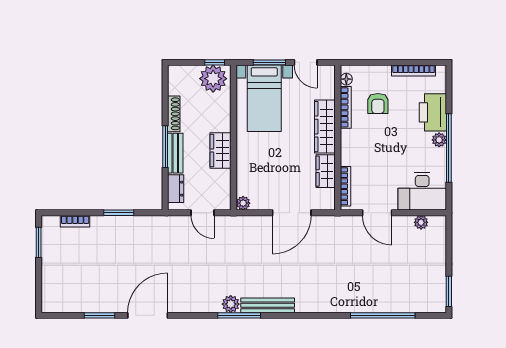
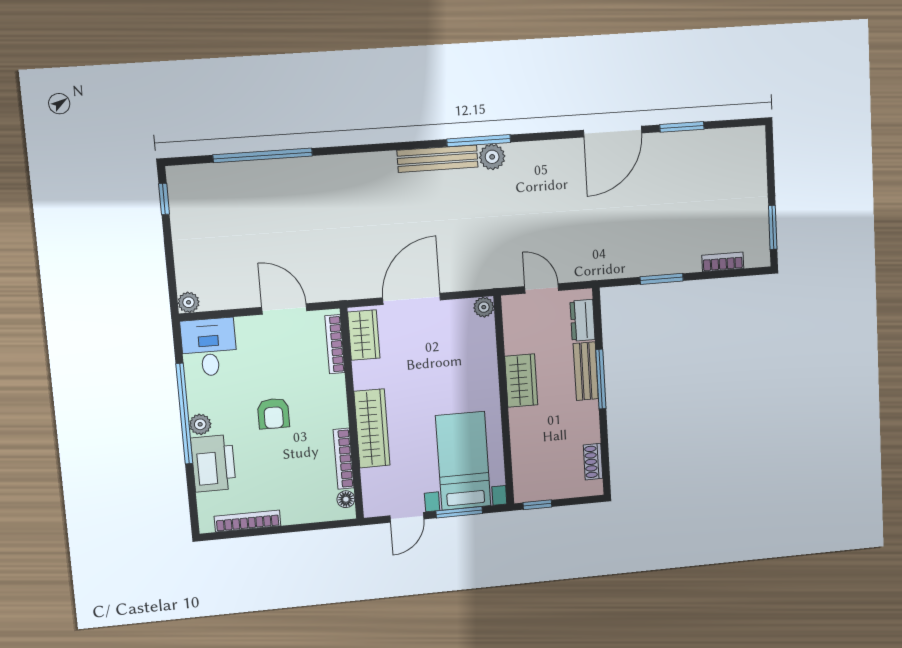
door: (306, 62) -> (407, 517), swing flipped
plant: (213, 79) -> (538, 482), removed
armchair: (378, 104) -> (273, 414), moved, turned 180
shoe rack: (174, 114) -> (593, 462), moved, width x0.70
wardrobe: (326, 171) -> (364, 335), moved
desk: (422, 191) -> (209, 347), width x0.73
plant: (421, 222) -> (189, 302), moved
window: (449, 291) -> (164, 199), width x0.67

